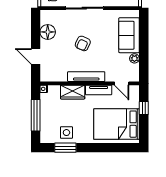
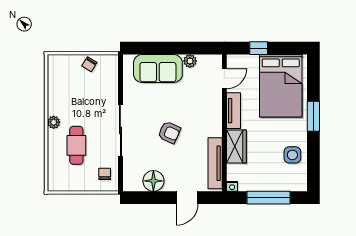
tv unit: (86, 77) -> (215, 163), moved
window: (65, 148) -> (313, 116), moved

